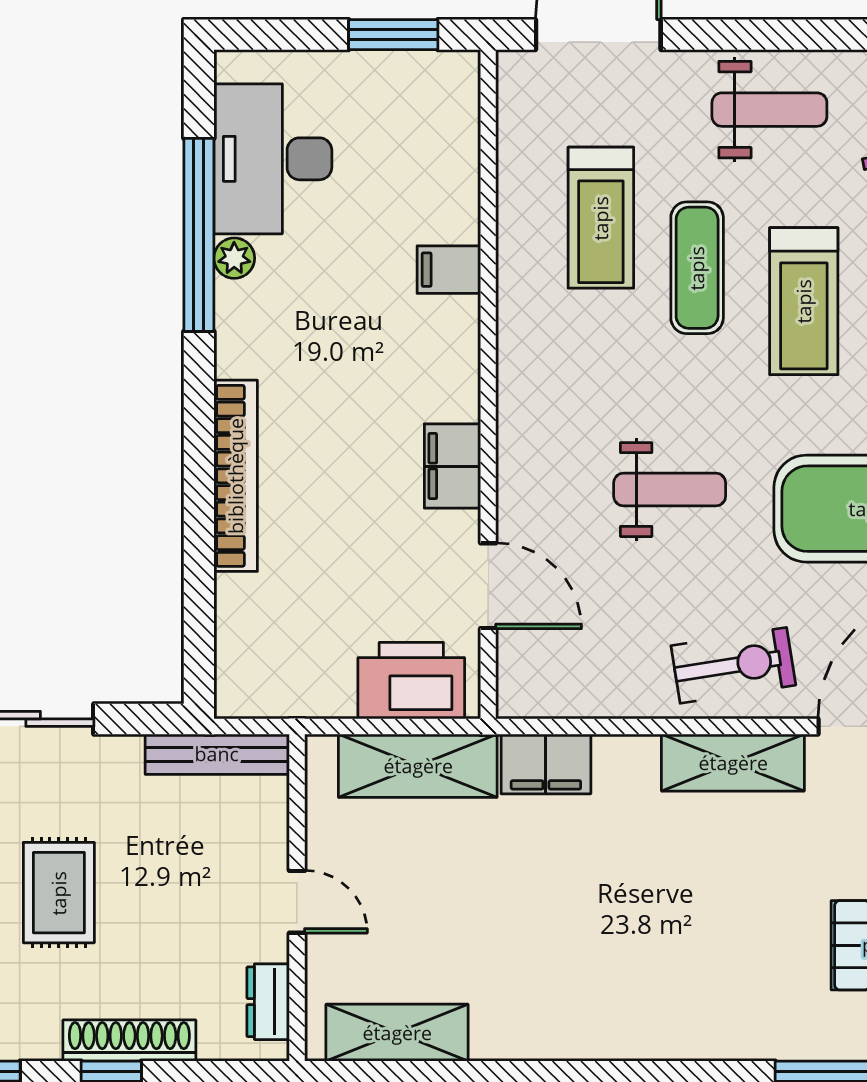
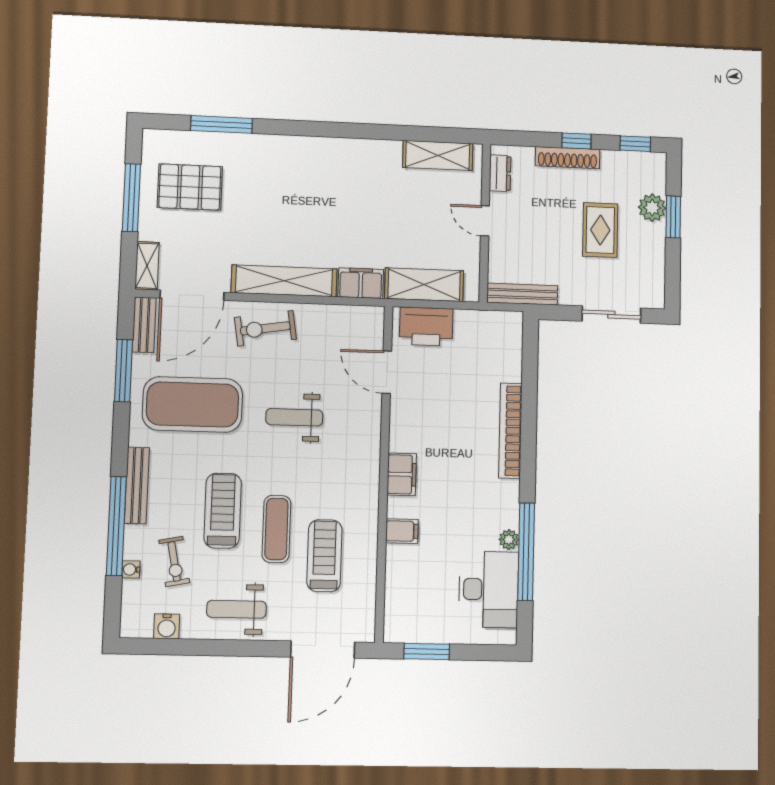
filing cabinet: (452, 466) -> (402, 474), moved
shelving: (733, 763) -> (284, 281), width x1.47

